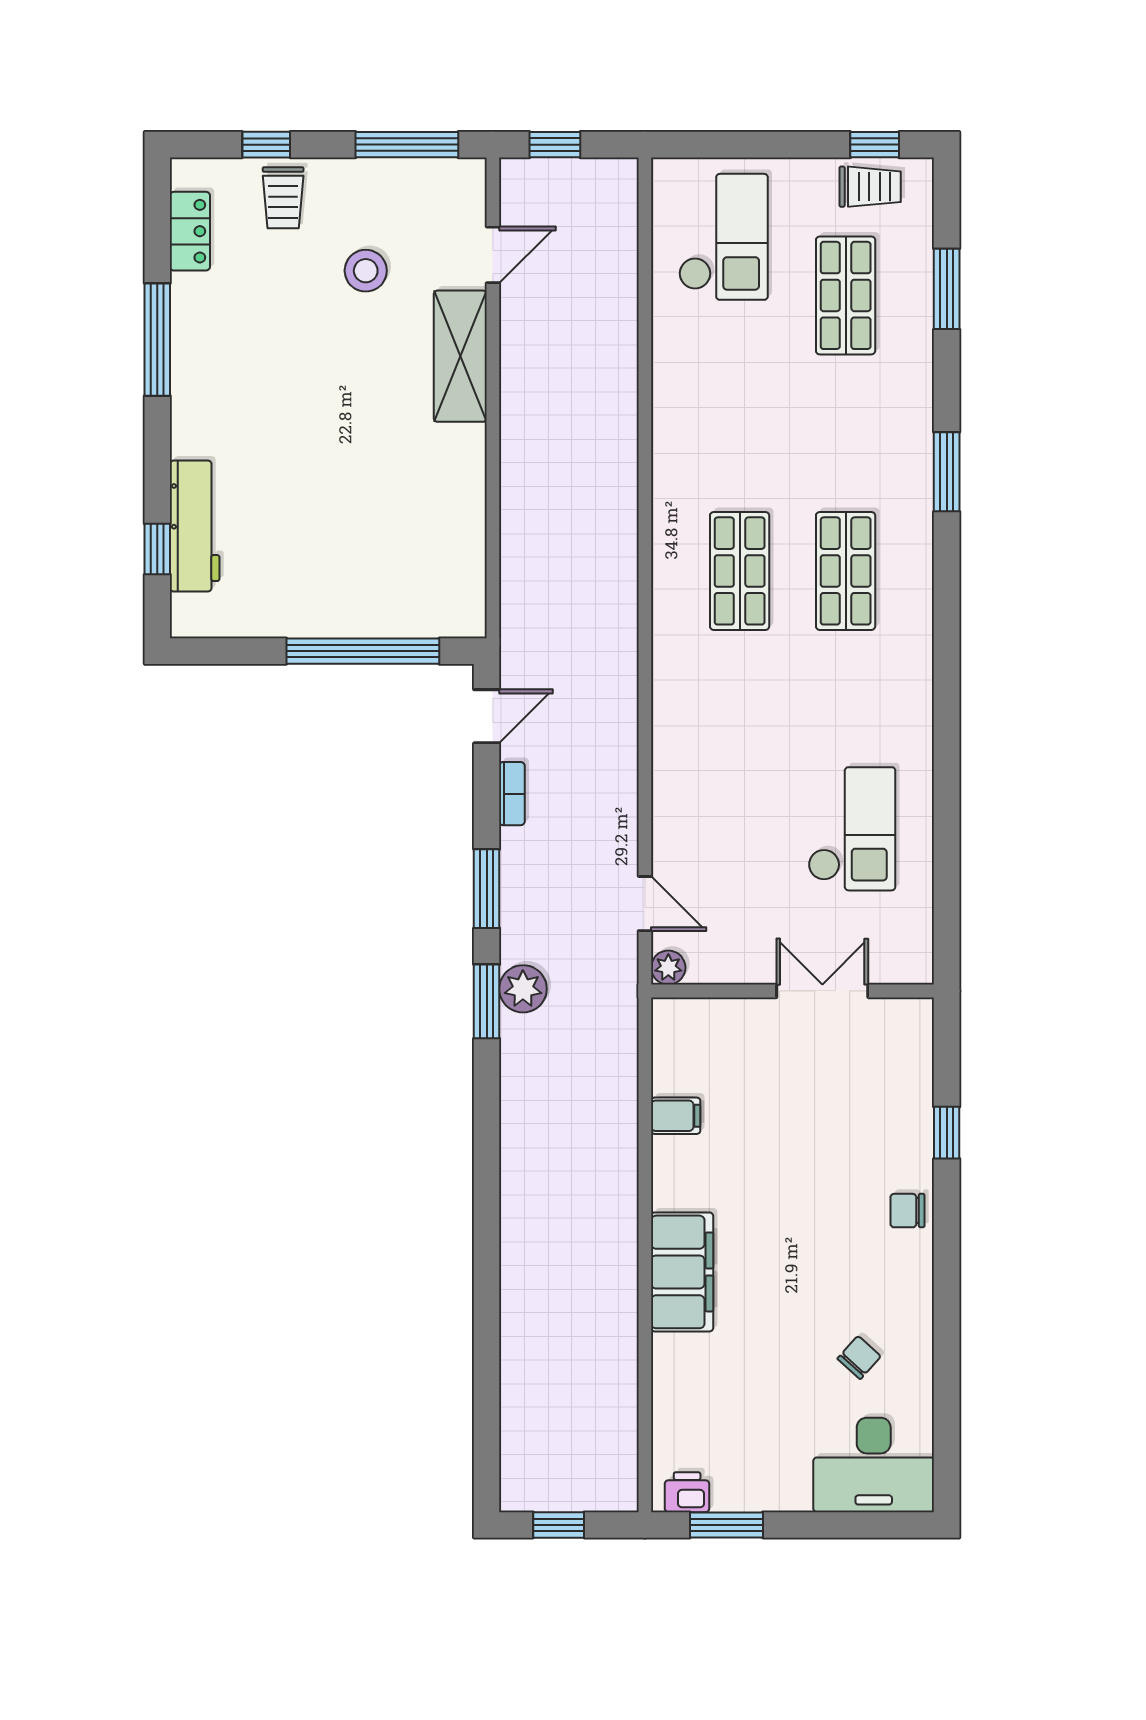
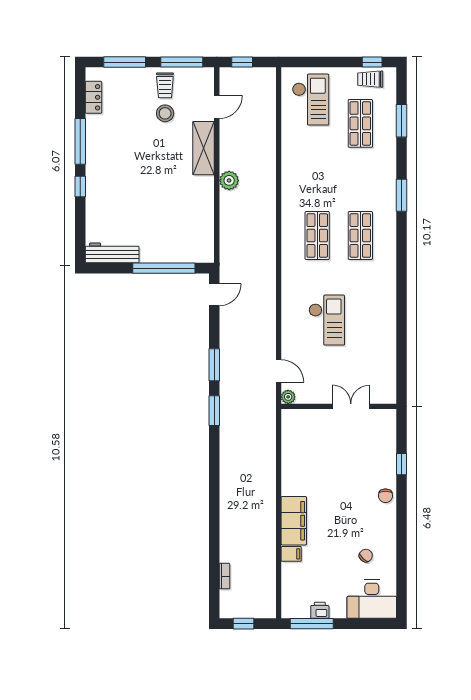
window: (266, 145) -> (125, 62), width x2.17
trolley: (870, 187) -> (370, 79), turned 180
trolley: (283, 198) -> (165, 85), moved
workbench: (195, 526) -> (112, 253), moved, turned -90
window: (157, 549) -> (80, 186), moved
bookcase: (512, 794) -> (225, 576), moved
checkout: (852, 829) -> (327, 320), moved
plant: (523, 989) -> (229, 180), moved
filing cabinet: (676, 1116) -> (291, 554), moved
chair: (907, 1211) -> (385, 496), turned -90
printer: (687, 1492) -> (320, 610), moved
window: (726, 1525) -> (312, 624), width x1.44

